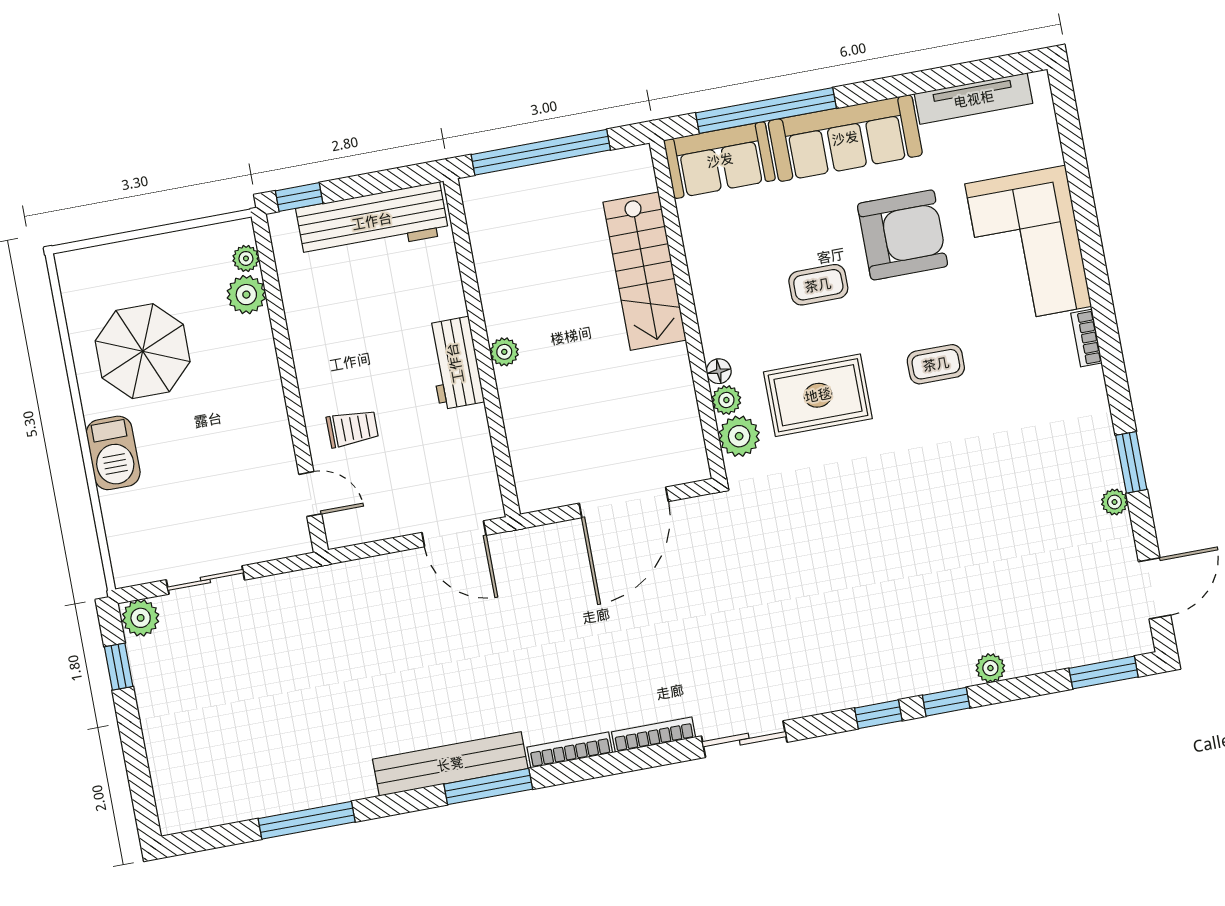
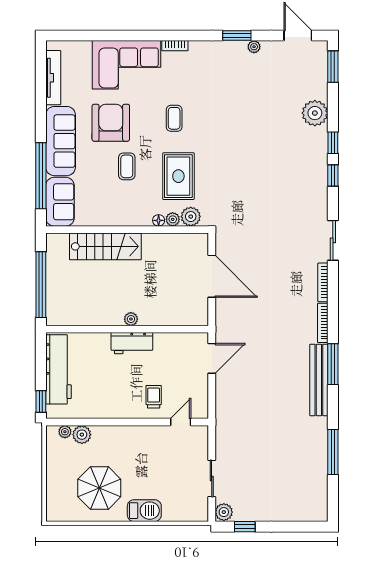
plant: (990, 668) -> (315, 113), width x1.88, depth x1.88

